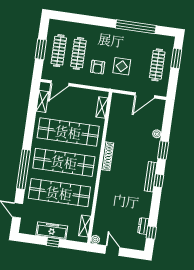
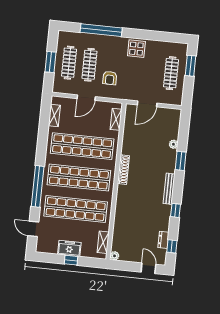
window: (136, 27) -> (101, 30), moved
display table: (122, 66) -> (136, 49), moved
door: (60, 83) -> (86, 98), moved
door: (145, 95) -> (147, 104), moved
window: (159, 181) -> (176, 210), moved
freezer: (52, 231) -> (69, 248), width x0.71
door: (112, 251) -> (148, 268), moved

